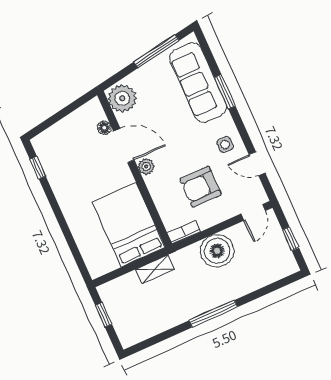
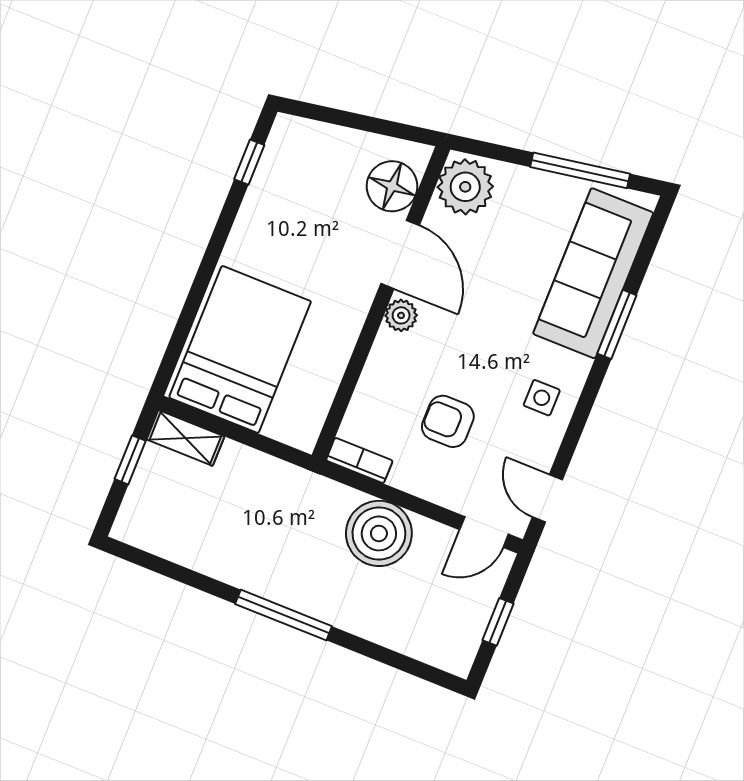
floor lamp: (104, 128) -> (392, 186), width x1.89, depth x1.89
door: (257, 164) -> (547, 498), moved
armchair: (201, 187) -> (448, 421), width x0.72, depth x0.72
bed: (129, 225) -> (240, 349), moved
shelving: (155, 269) -> (185, 438), moved

